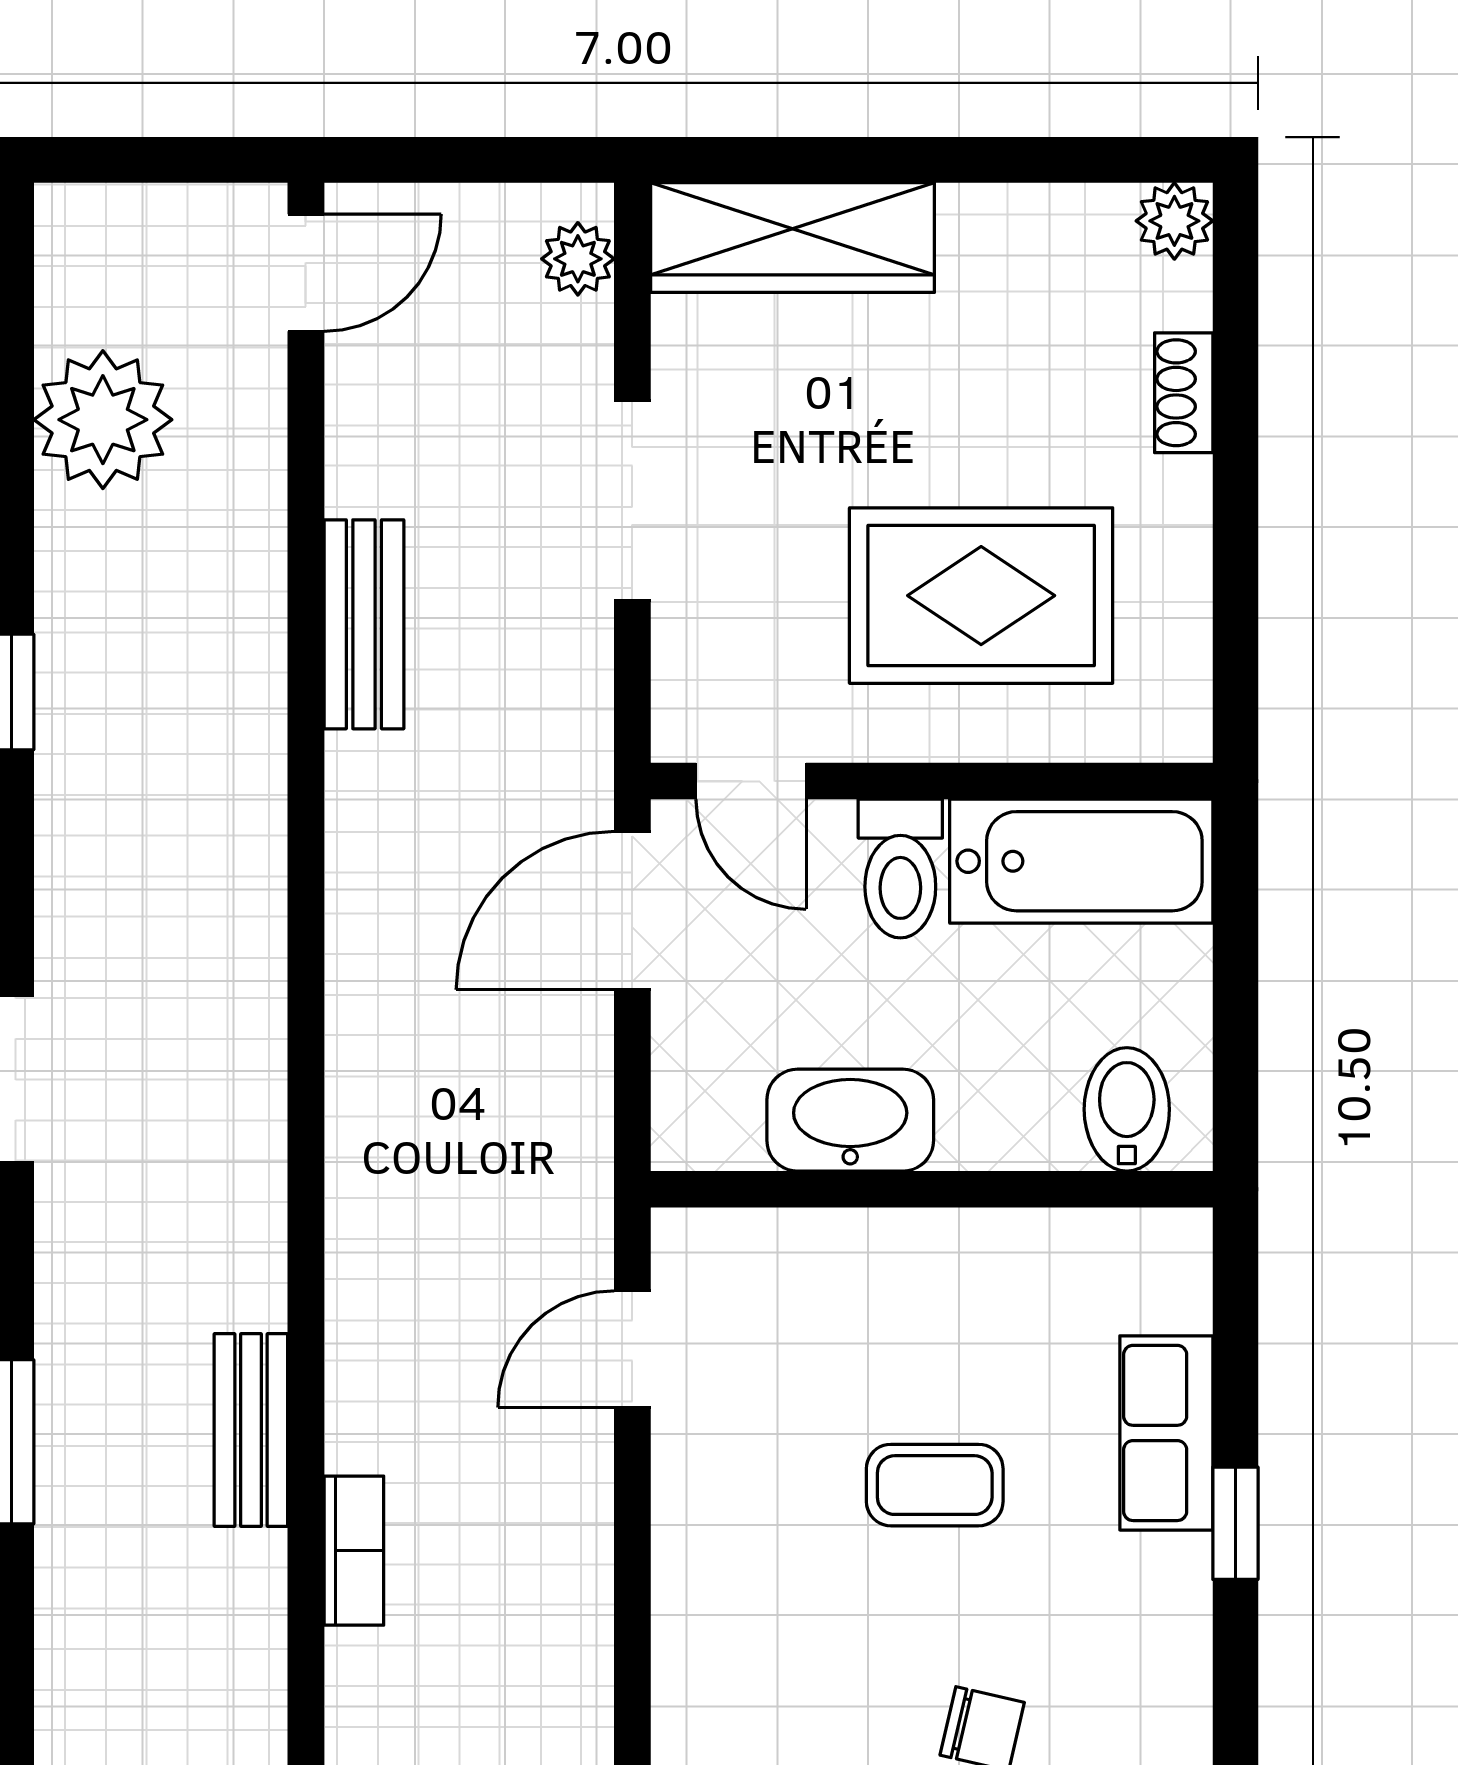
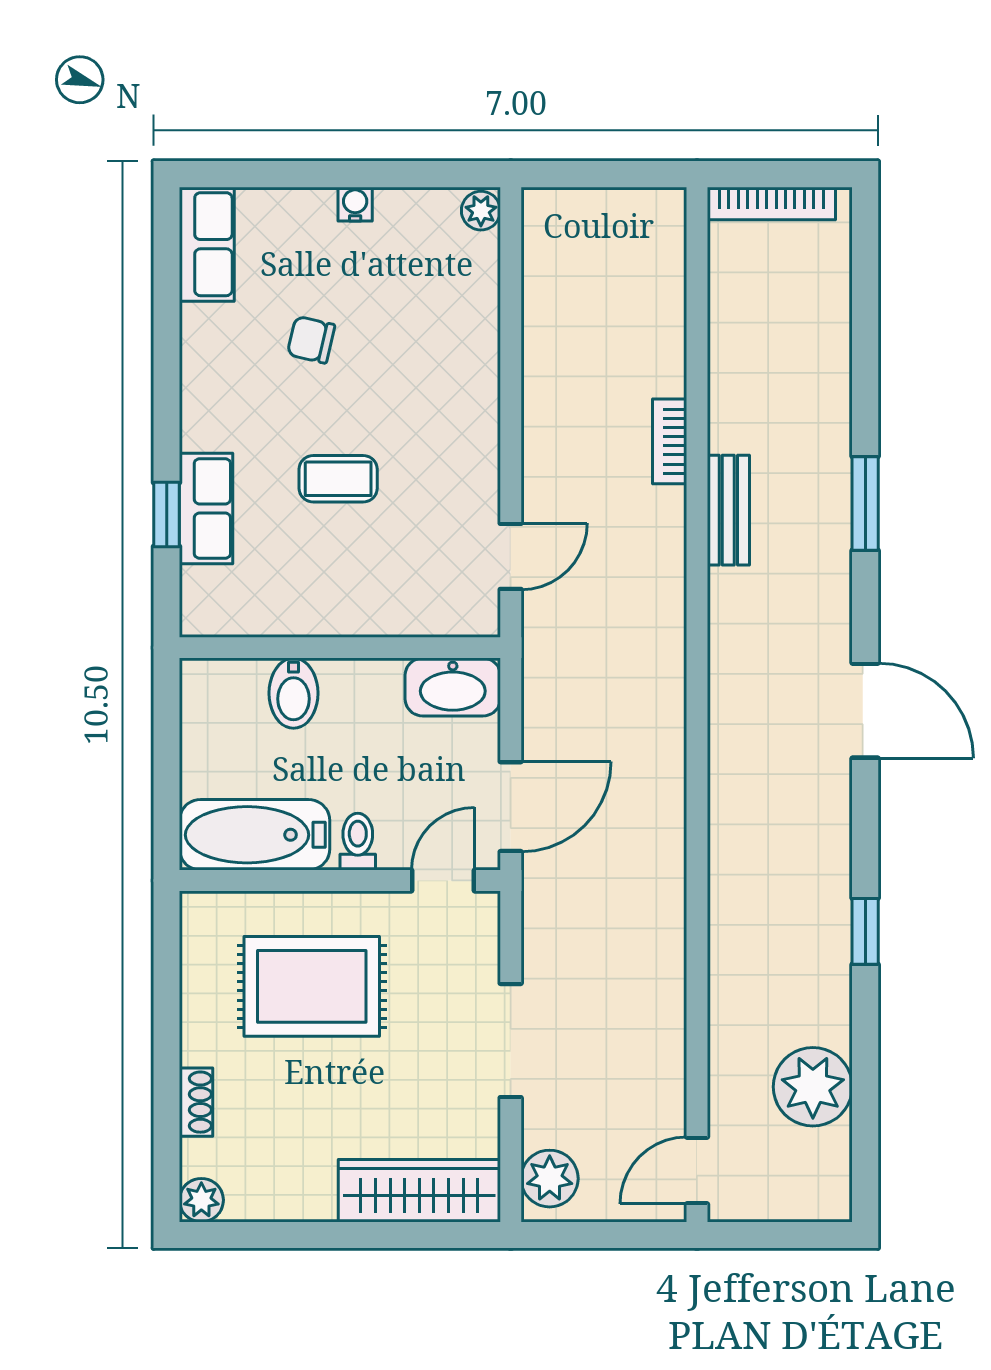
plant: (578, 259) -> (550, 1179), width x1.38, depth x1.38
bench: (364, 624) -> (664, 970), removed
door: (751, 781) -> (443, 880), hinge flipped
toilet: (900, 869) -> (358, 842), width x0.73, depth x0.72
bidet: (1127, 1109) -> (293, 693), moved
washbasin: (850, 1120) -> (453, 687), moved
window: (1235, 1523) -> (167, 515), moved

